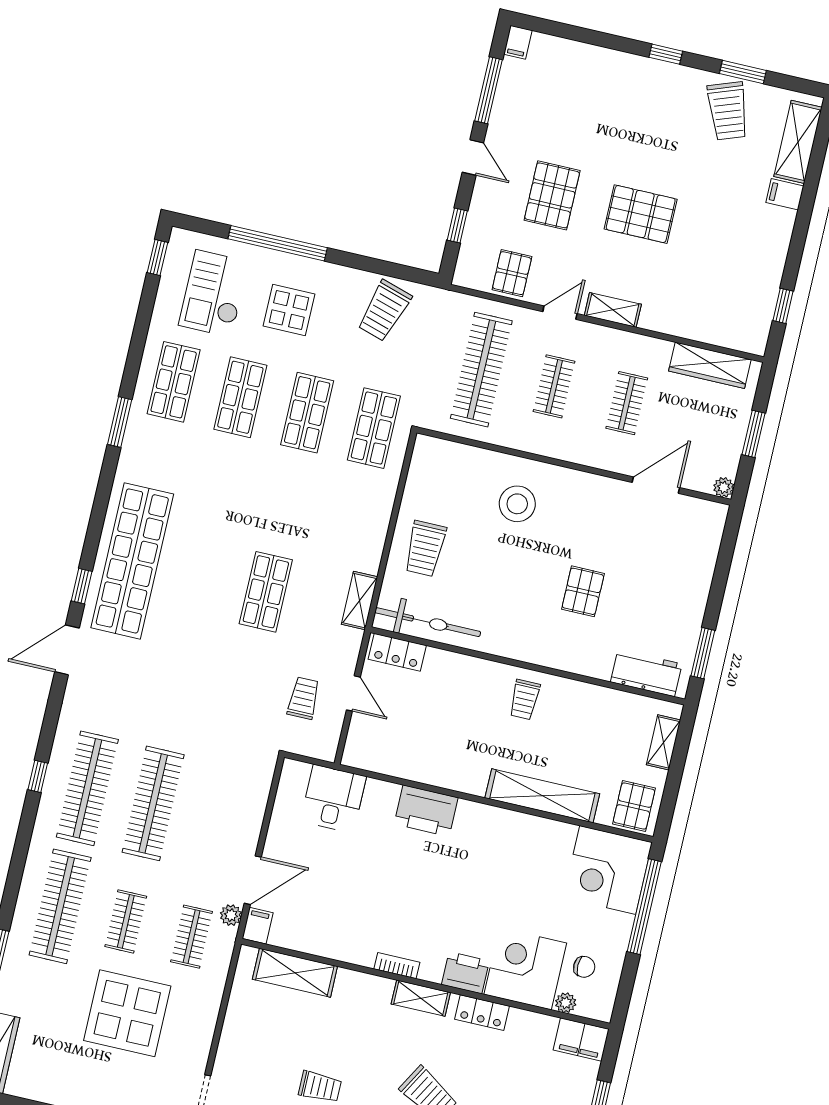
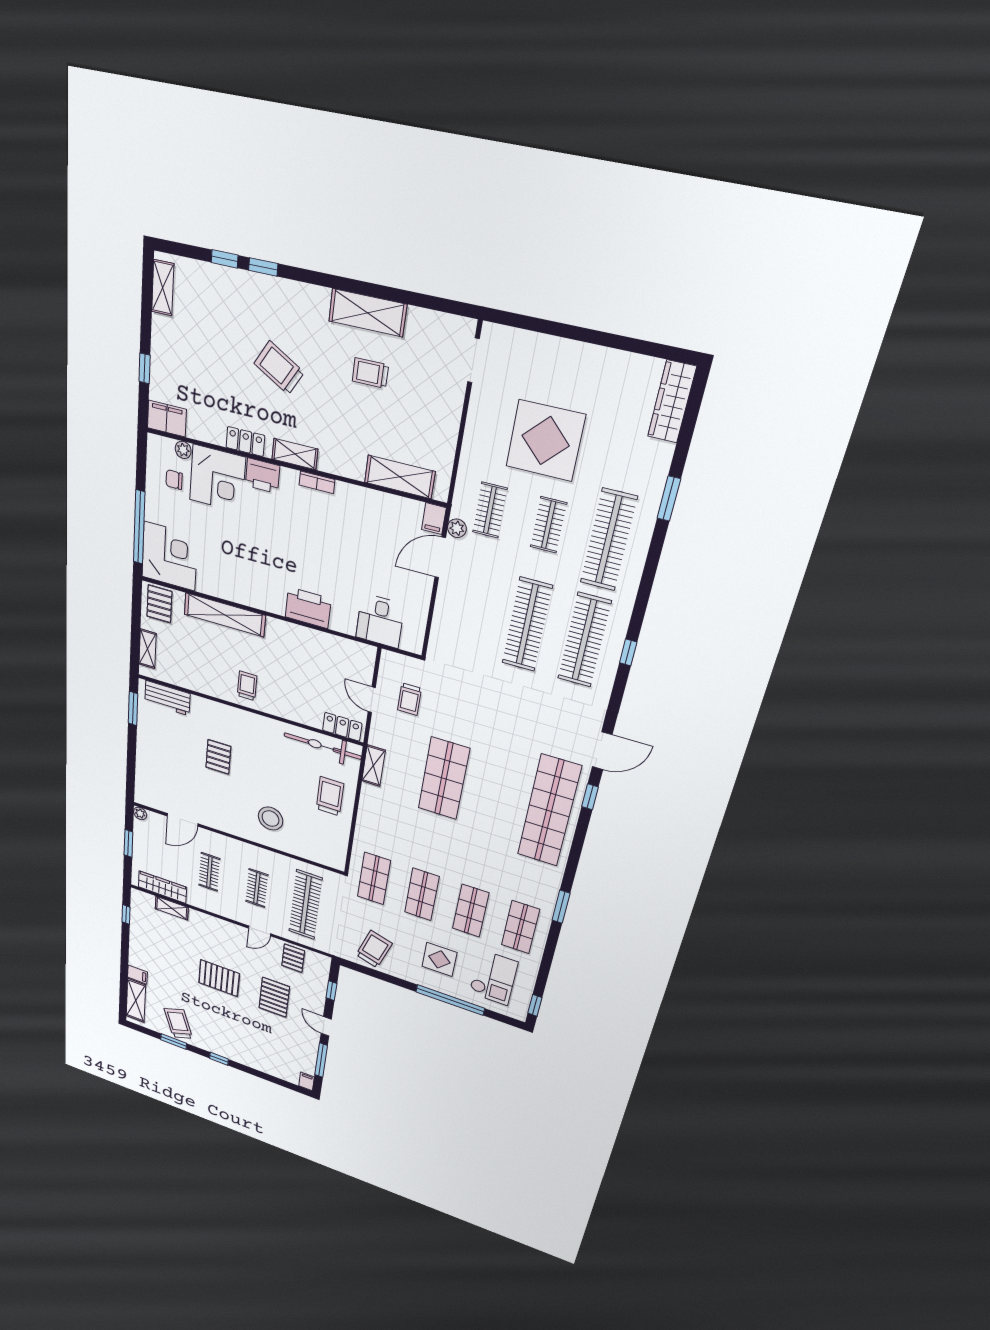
shelving: (613, 310) -> (172, 908), moved
shop shelf: (266, 592) -> (444, 779), width x1.43, depth x1.36

